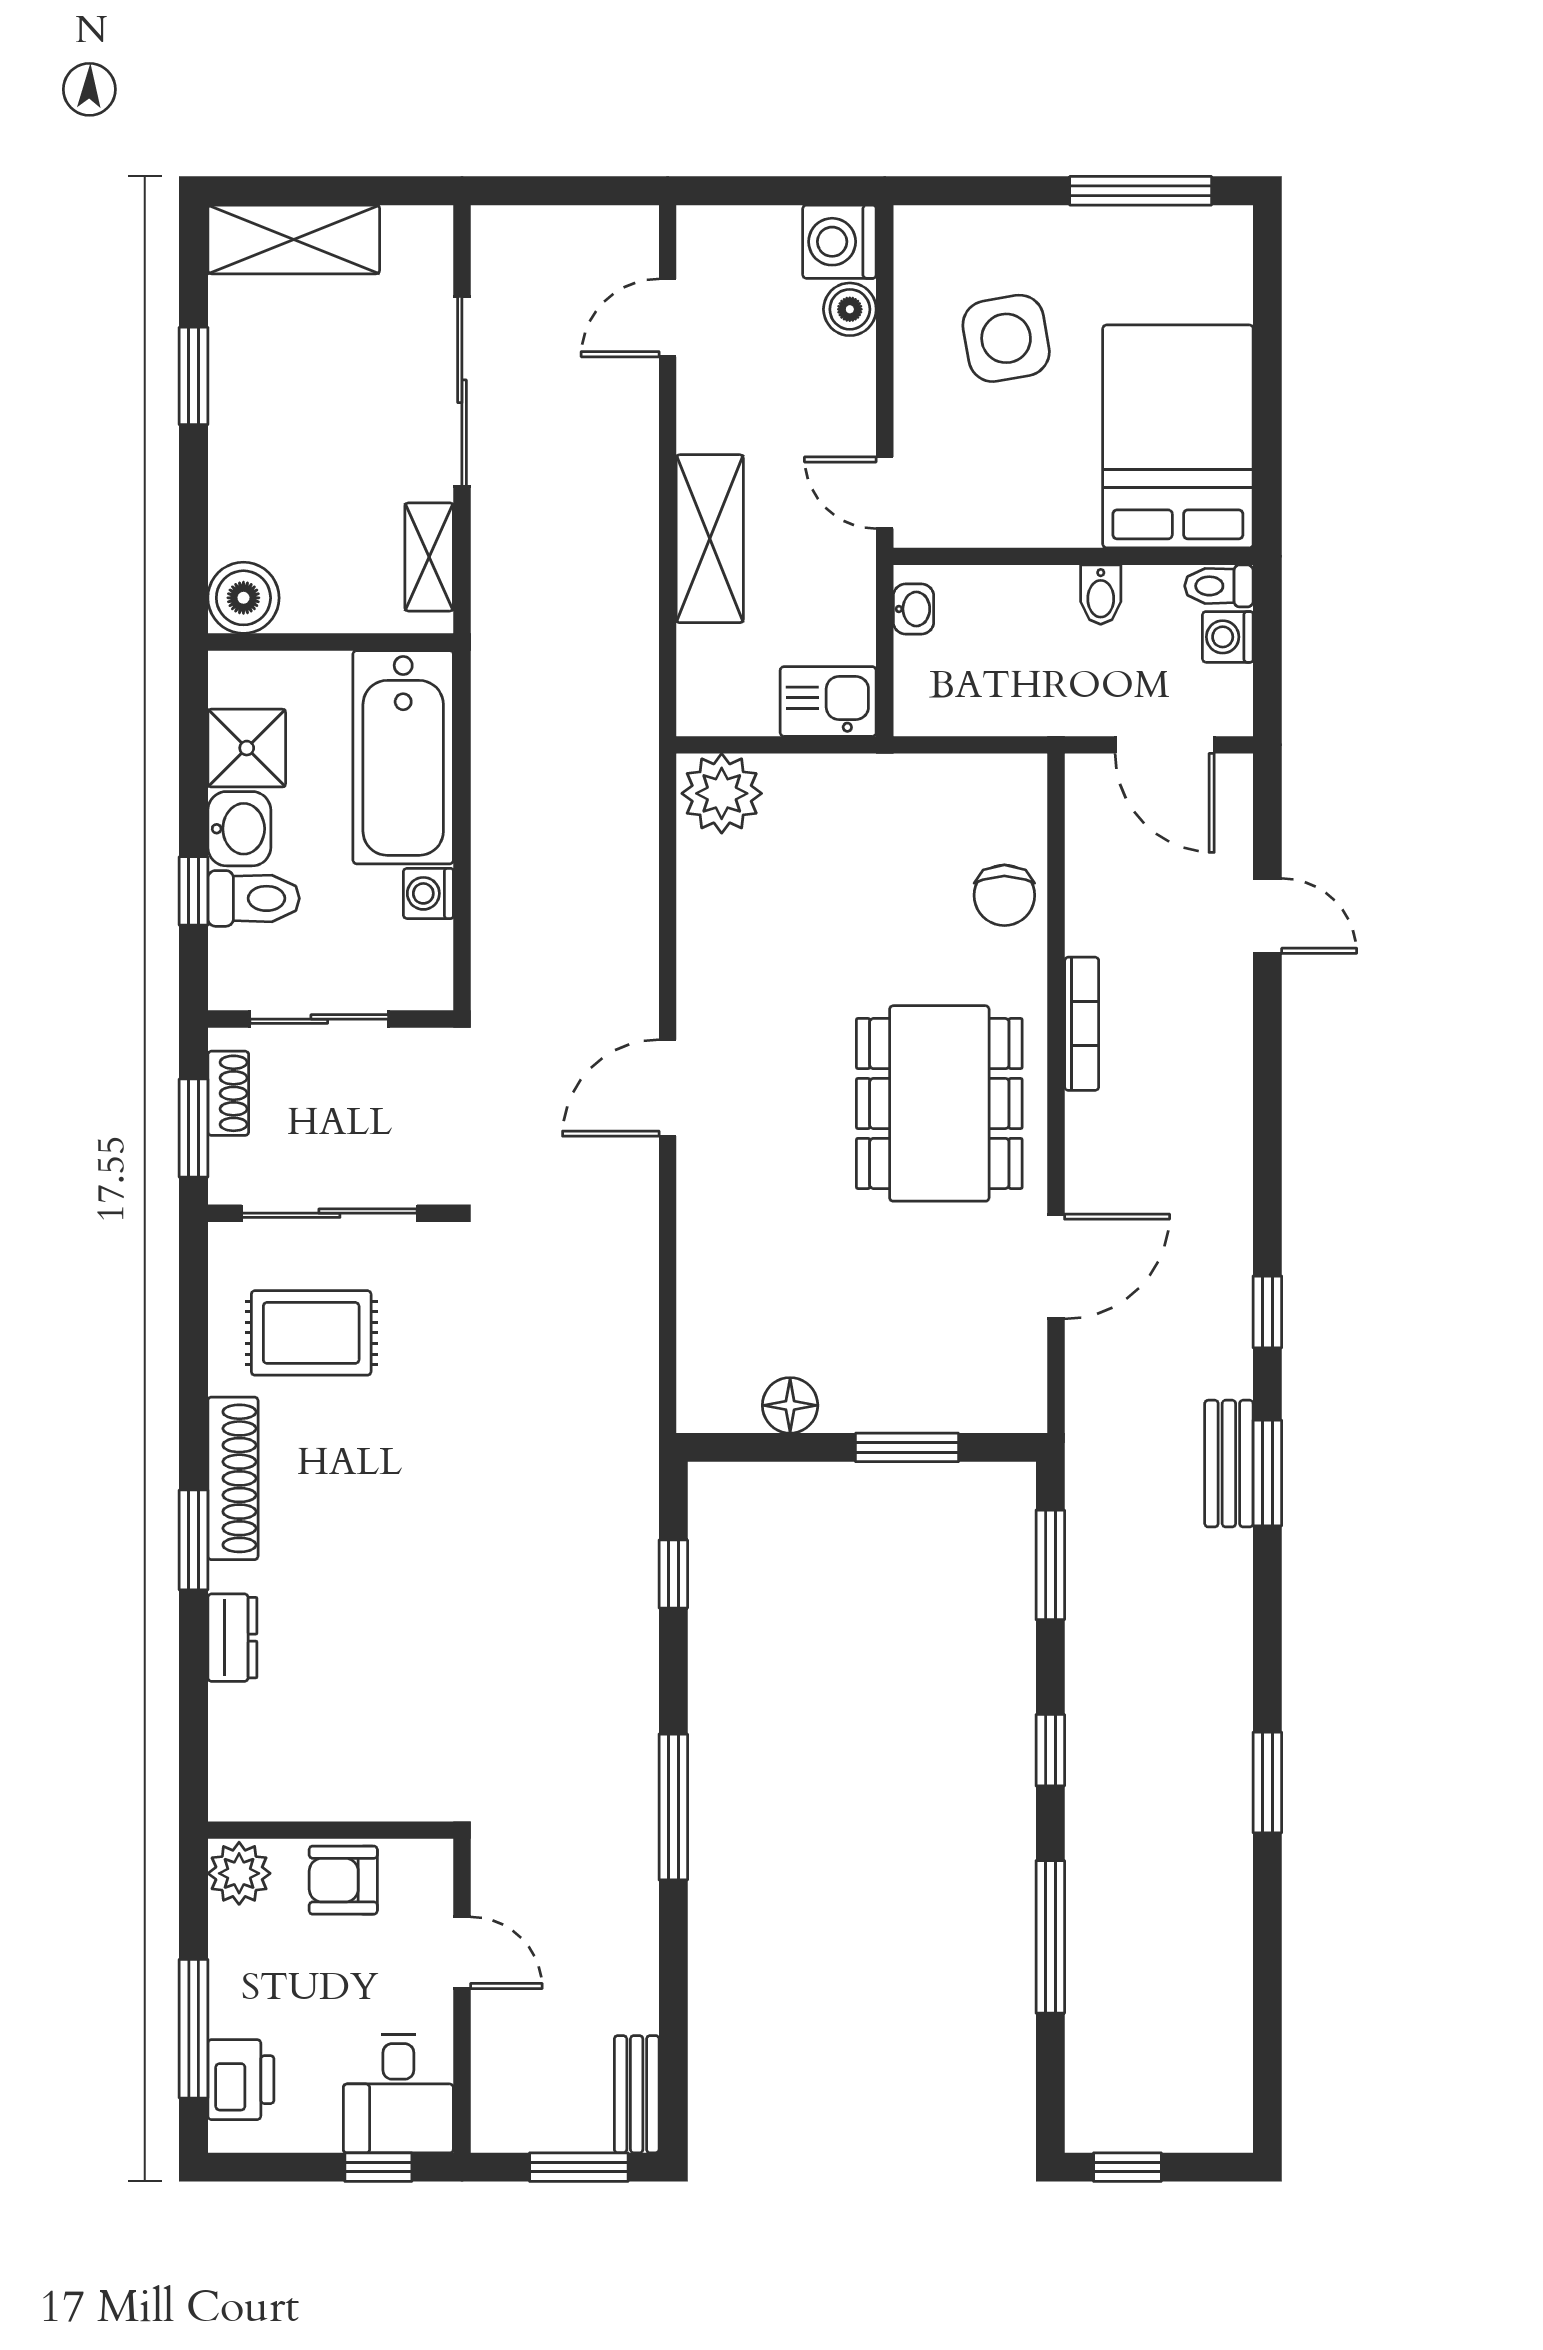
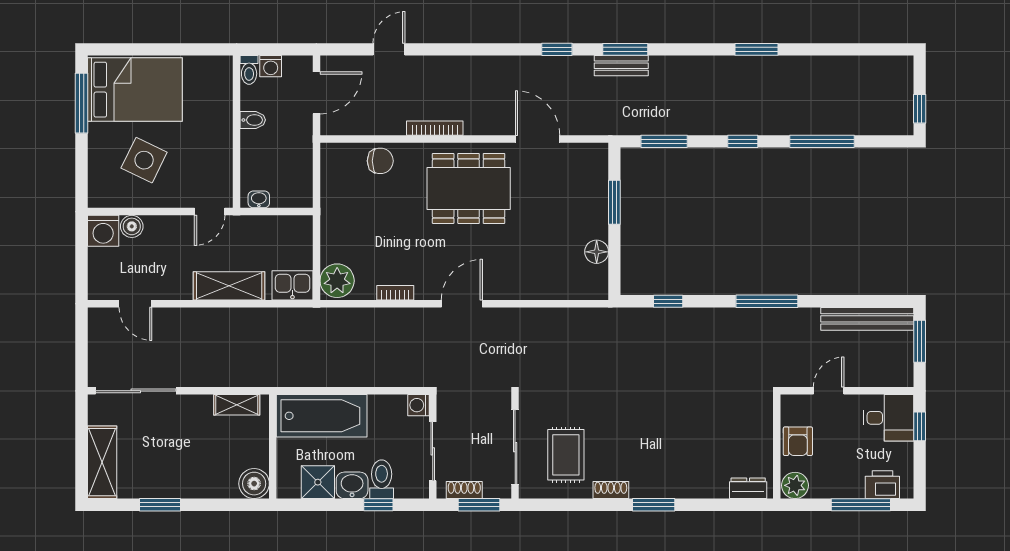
side table: (1006, 338) -> (144, 160), turned 36
sliding door: (462, 391) -> (136, 391), moved
bed: (1178, 436) -> (135, 90), moved, turned 180
kitchen sink: (828, 701) -> (292, 285), moved, turned 90
washing machine: (428, 893) -> (418, 405), moved, turned 90
bookcase: (694, 931) -> (395, 293), added
door: (668, 1088) -> (462, 304), swing flipped
shoe rack: (233, 1478) -> (611, 490), width x0.51, depth x0.81
dresser: (232, 1638) -> (748, 488), moved
bench: (637, 2094) -> (867, 319), width x1.86, depth x1.21

